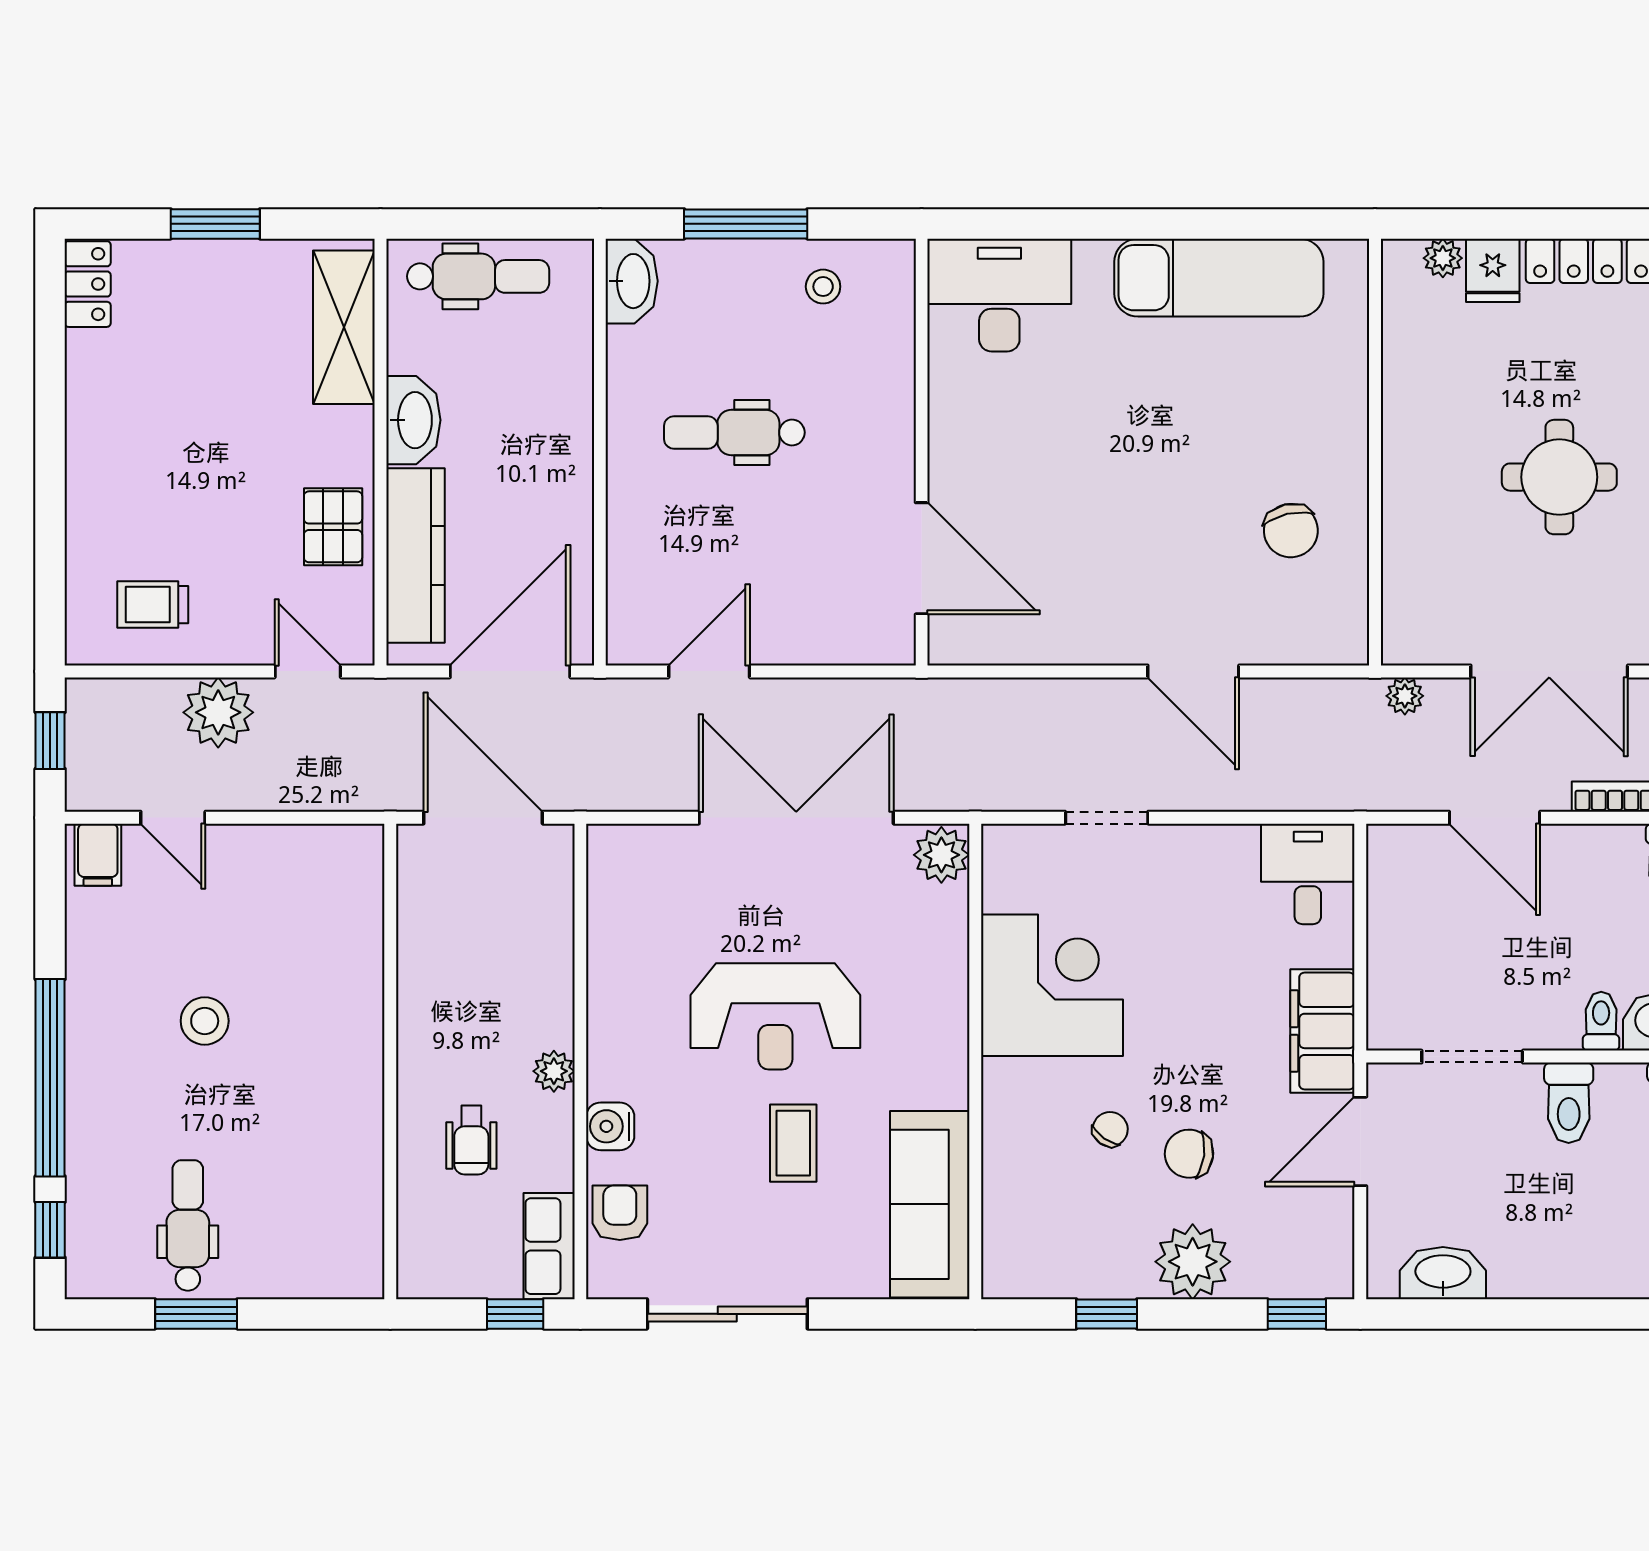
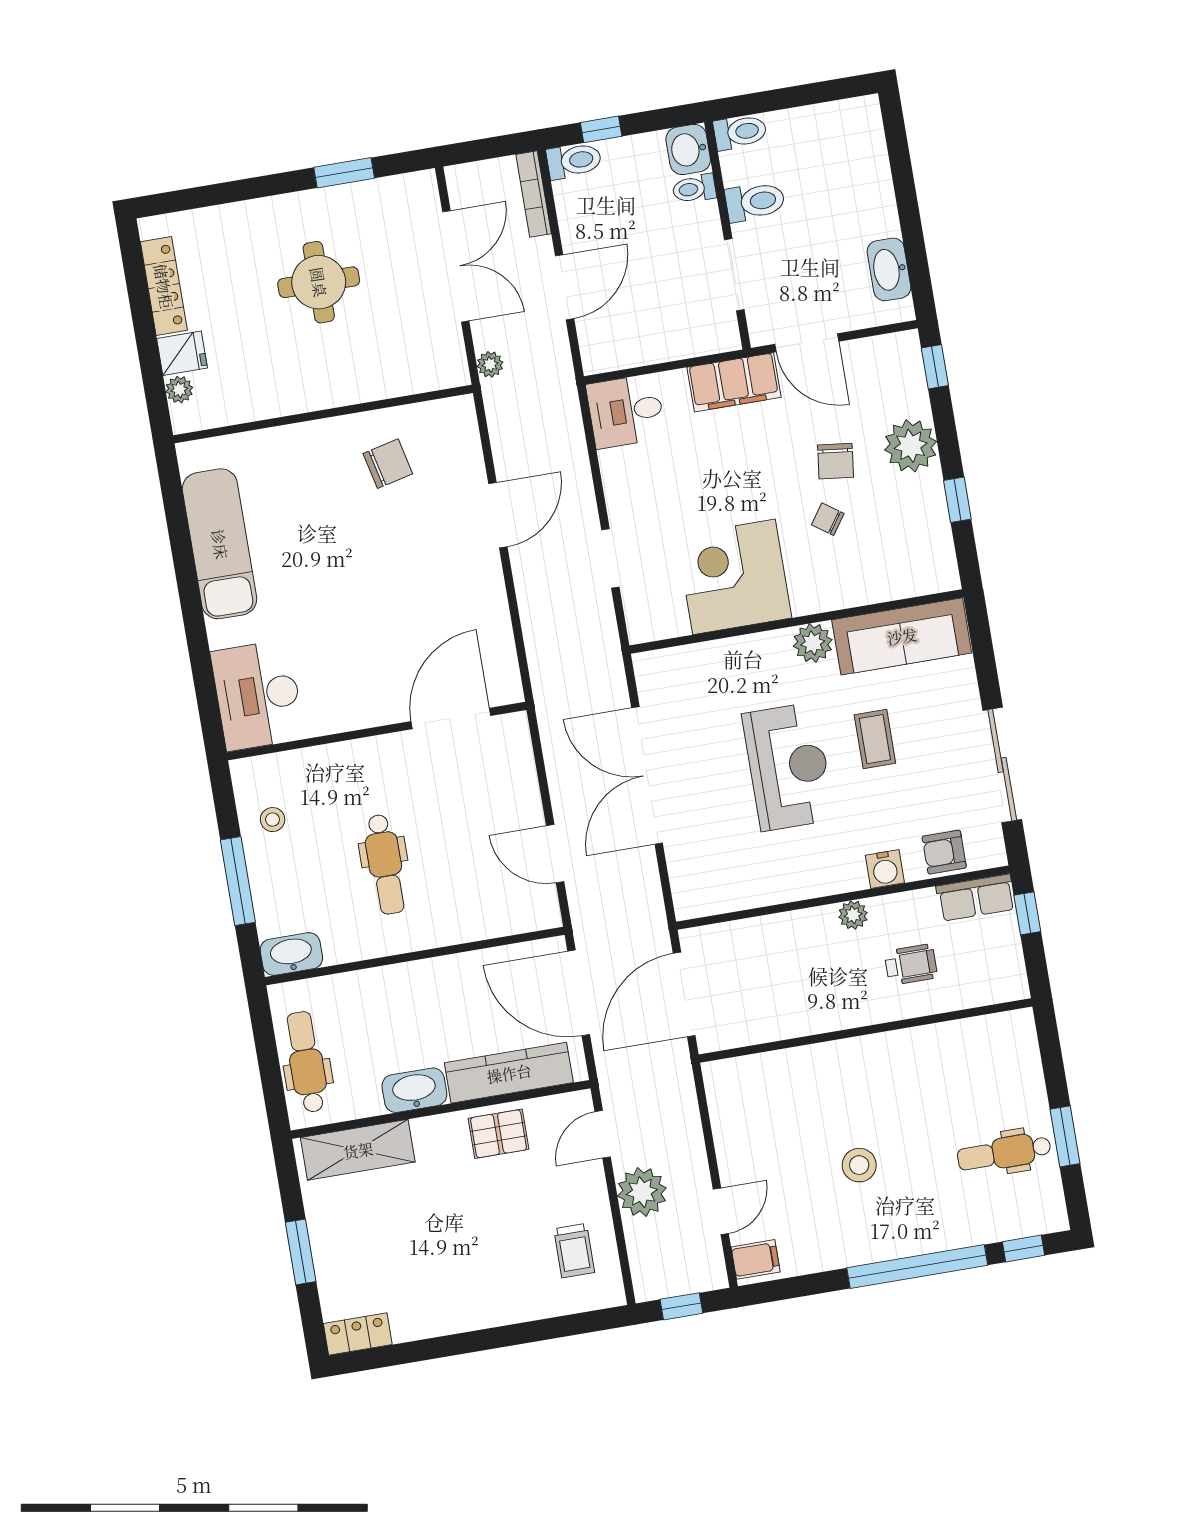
plant: (941, 855) -> (813, 643), moved
coffee table: (793, 1143) -> (875, 739), turned 90

